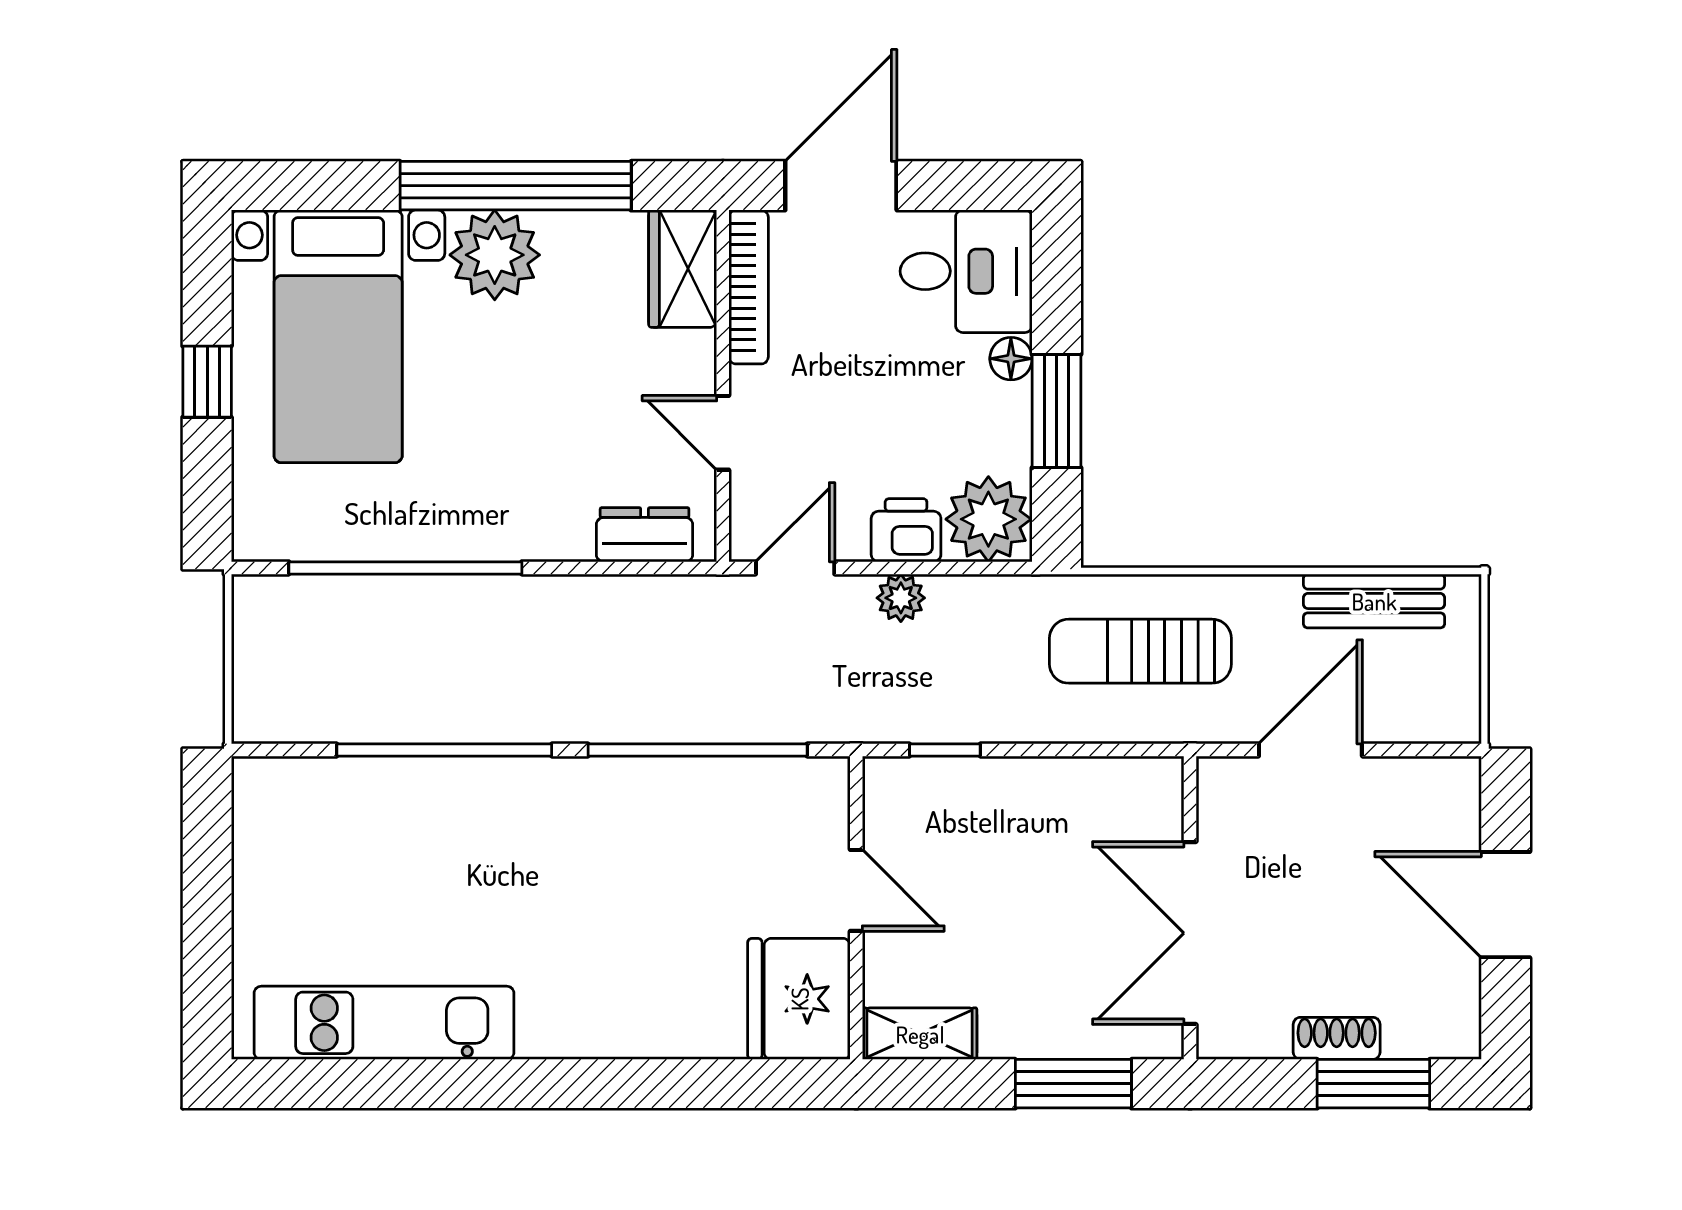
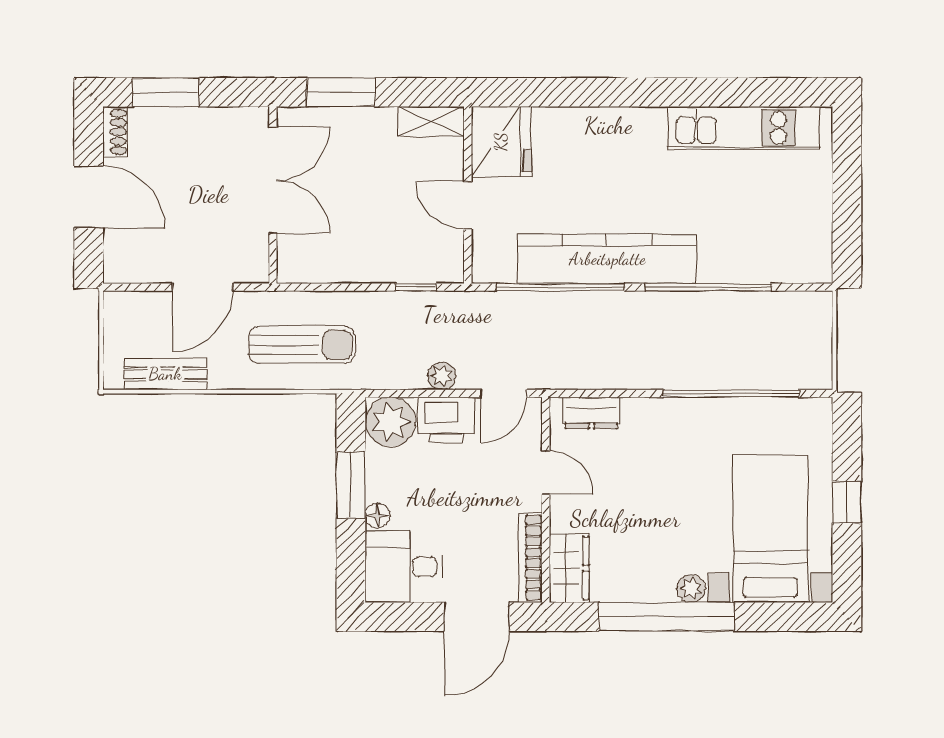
plant: (495, 255) -> (691, 588), width x0.53, depth x0.53
printer: (906, 530) -> (446, 420), width x1.36, depth x1.24
kitchen counter: (618, 799) -> (607, 259), added
shoe rack: (1337, 1038) -> (115, 132), moved, turned -90

